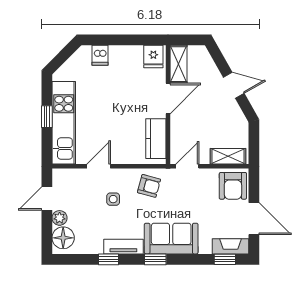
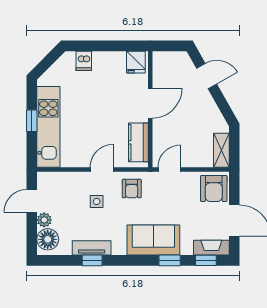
shelving: (179, 64) -> (161, 69), removed
door: (234, 85) -> (207, 76), moved
shelving: (228, 156) -> (221, 150), moved, turned 90
door: (99, 166) -> (102, 169), moved
armchair: (149, 186) -> (132, 189), turned 75
tv unit: (123, 247) -> (92, 248), moved
window: (155, 259) -> (170, 260), moved

